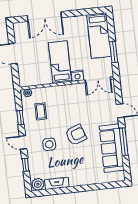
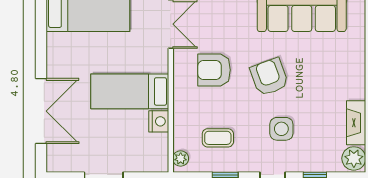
nightstand: (77, 76) -> (159, 121), moved
armchair: (76, 105) -> (214, 70), added

